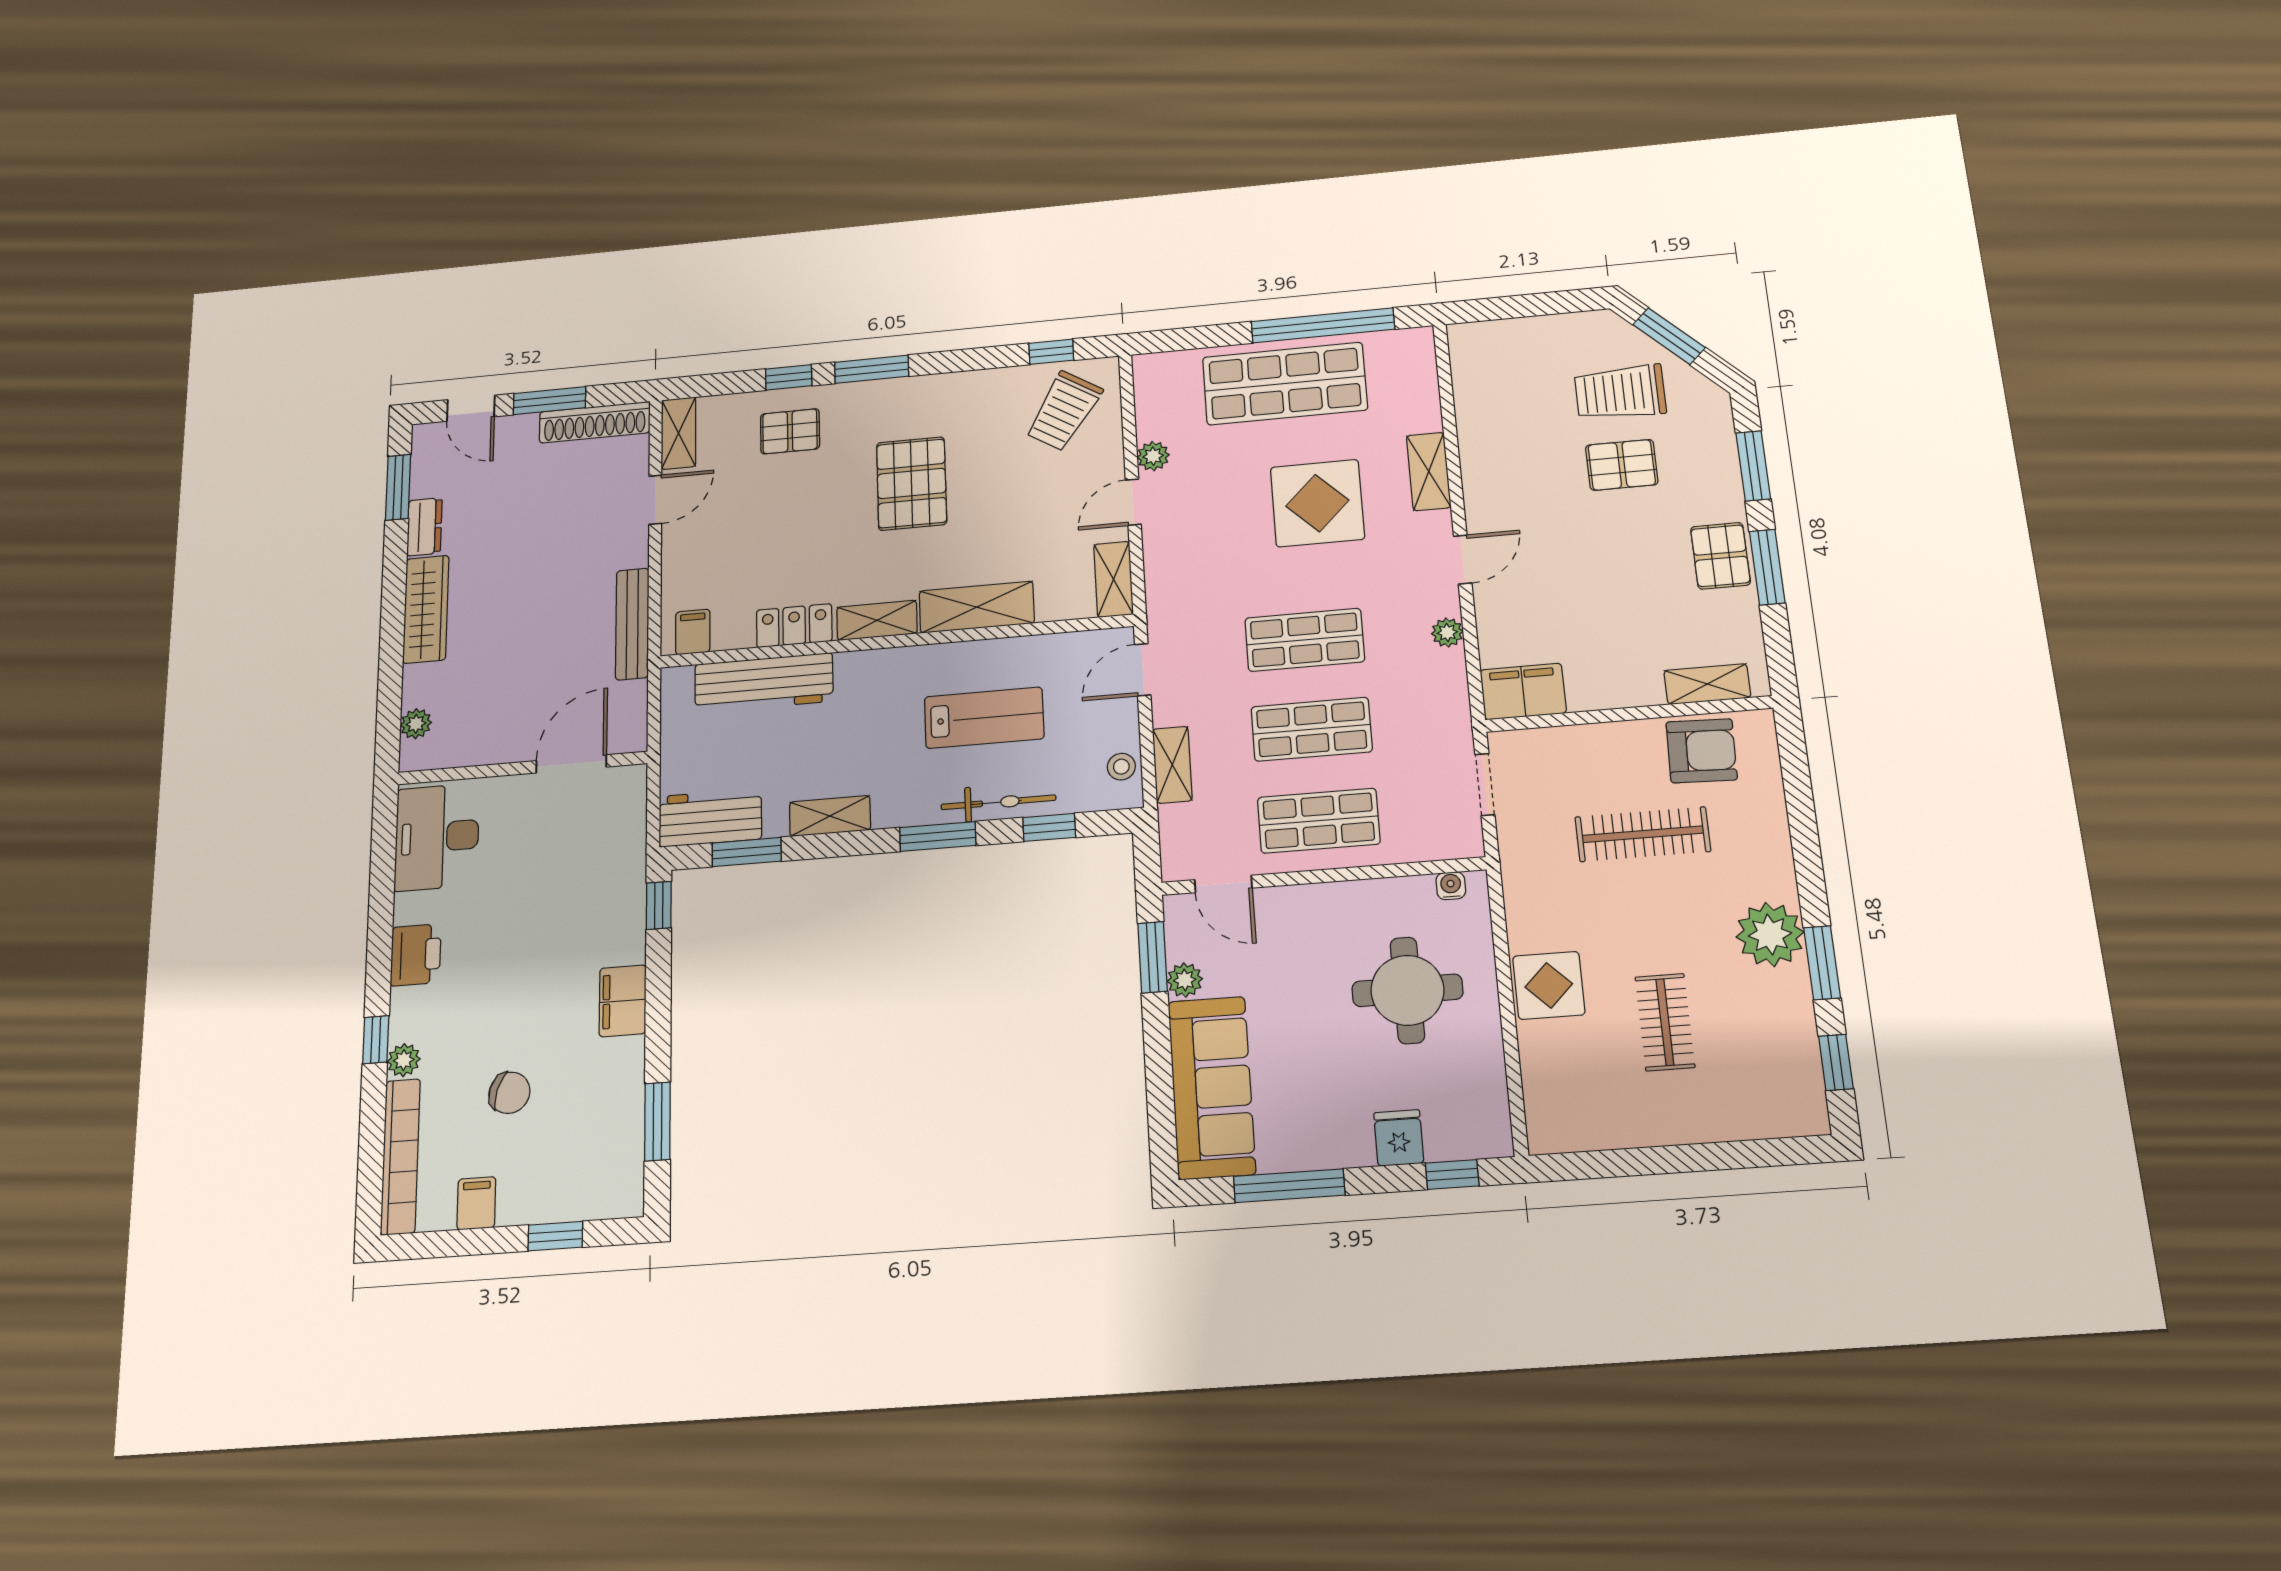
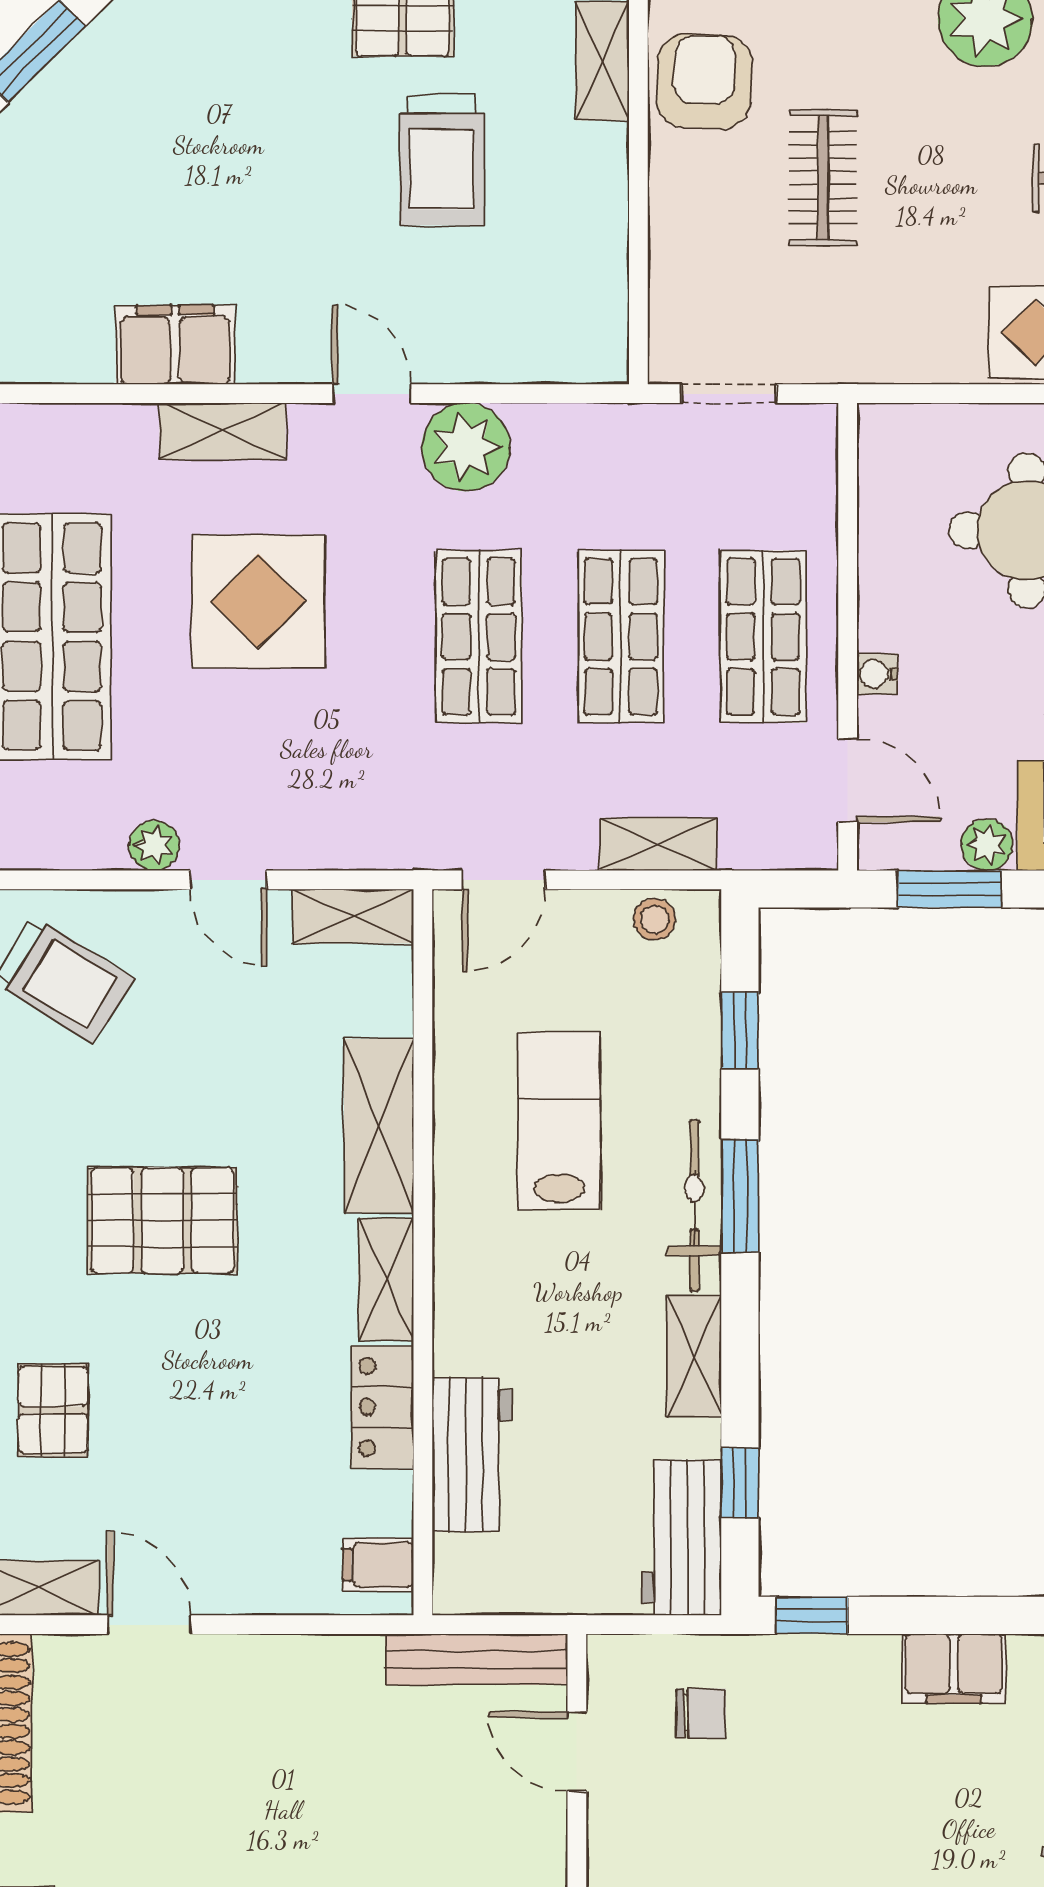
trolley: (1620, 392) -> (442, 160), moved
pallet: (1622, 465) -> (241, 145), removed
bench: (632, 624) -> (476, 1659), moved
plant: (1447, 632) -> (466, 447), width x1.88, depth x1.88
door: (1143, 670) -> (504, 880), hinge flipped
workbench: (764, 683) -> (472, 1455), width x0.73
filing cabinet: (1523, 691) -> (175, 345), moved, turned 90
door: (571, 764) -> (577, 1752), width x0.73
bicycle: (998, 802) -> (694, 1205), moved
clothes rail: (1643, 834) -> (823, 178), width x0.73
chair: (595, 840) -> (701, 1713), added
window: (747, 852) -> (740, 1483), width x0.67
door: (1223, 884) -> (848, 781), hinge flipped
water cooler: (1451, 886) -> (877, 674), moved

